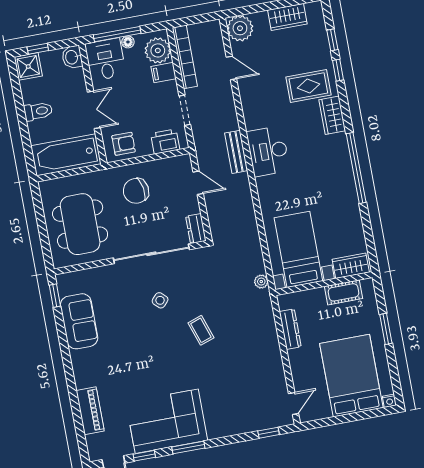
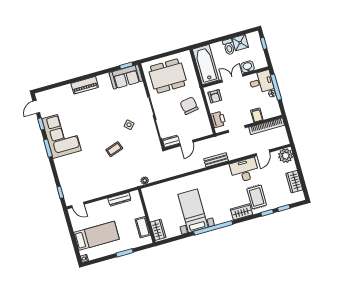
plant: (158, 50) -> (269, 111), removed
washbasin: (72, 57) -> (248, 67), moved
shower: (28, 66) -> (240, 43), moved
double door: (94, 110) -> (232, 78), swing flipped
desk: (268, 151) -> (244, 170), moved
door: (198, 183) -> (187, 143), moved
bed with nightstands: (298, 249) -> (193, 211), moved, turned -90
sofa: (79, 321) -> (126, 77), moved
bed: (351, 376) -> (97, 236), width x0.67
piano: (90, 411) -> (85, 85), moved

